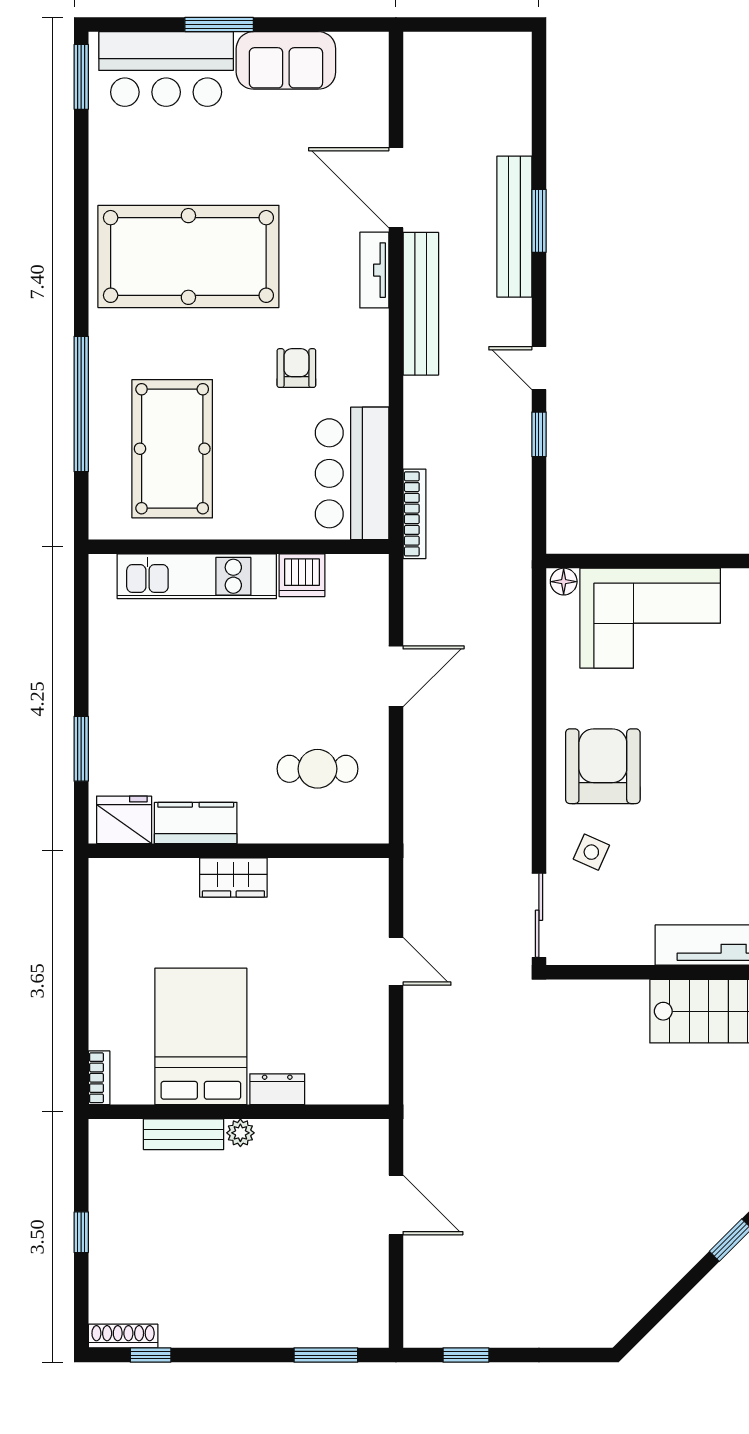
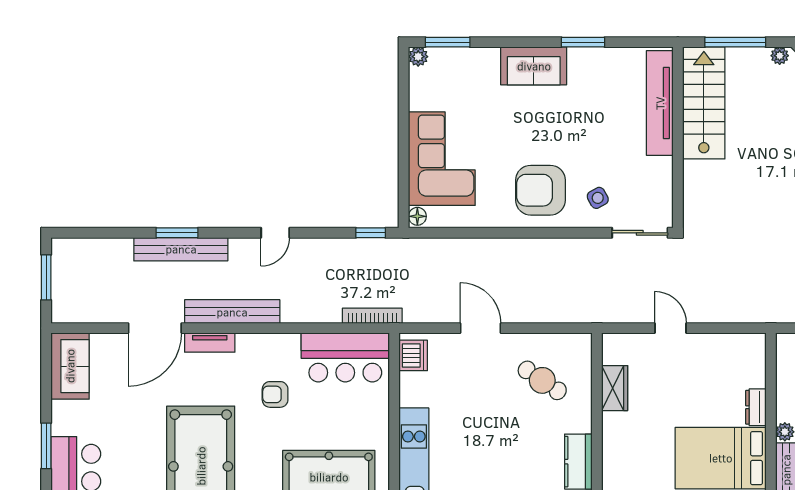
window: (472, 24) -> (46, 277), added
sofa: (286, 60) -> (70, 366), moved
window: (539, 434) -> (371, 233), moved
dishwasher: (302, 575) -> (413, 355), moved
cafe table: (318, 769) -> (542, 380), turned -56
side table: (591, 852) -> (598, 198), turned 37
wardrobe: (233, 877) -> (615, 388), moved
door: (396, 961) -> (670, 328), hinge flipped

